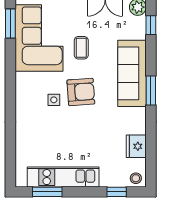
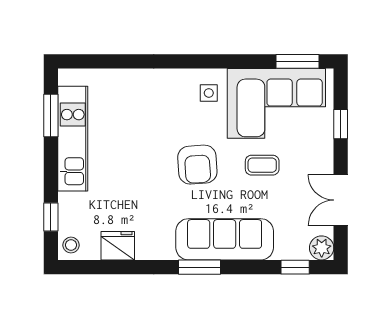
side table: (54, 100) -> (209, 93), moved

